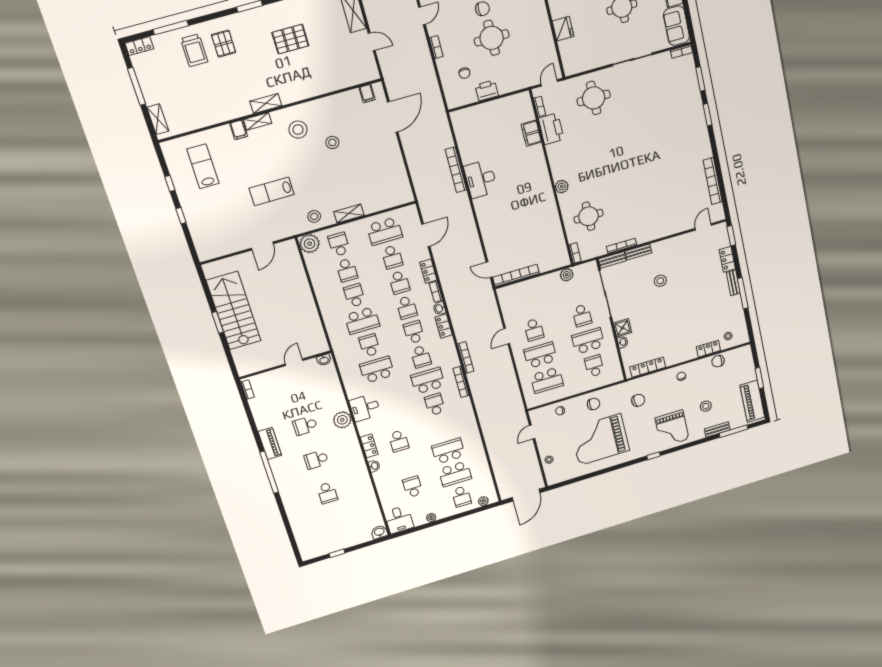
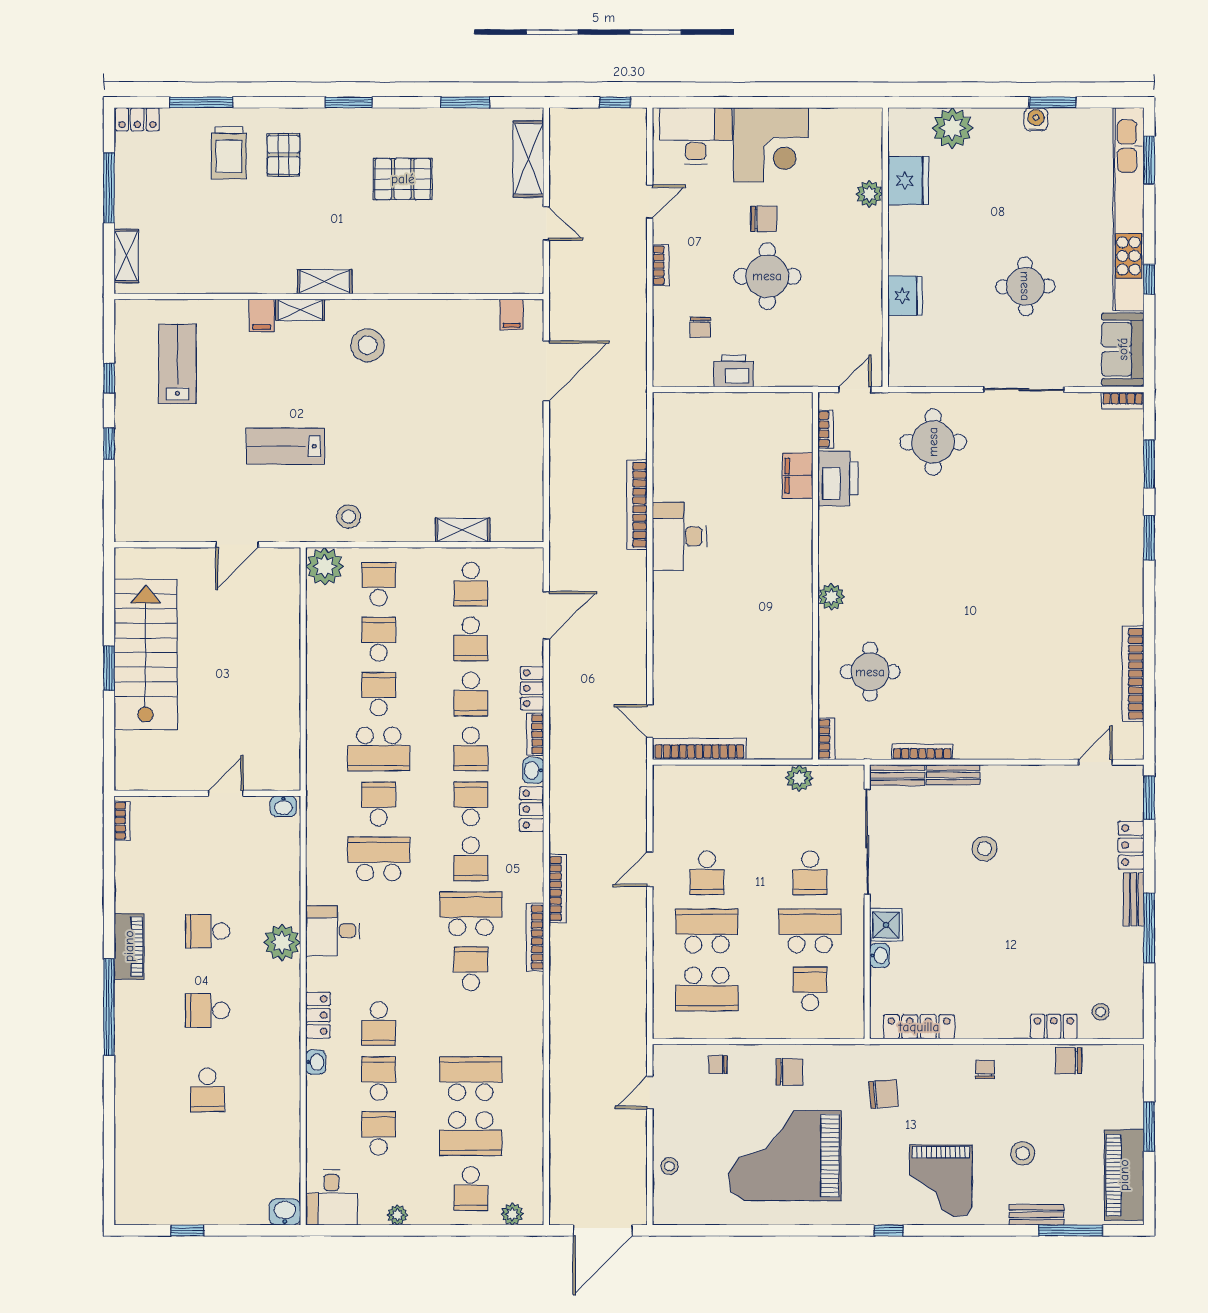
stool: (332, 142) -> (423, 387), removed
shelving: (349, 213) -> (463, 530), moved
school desk: (385, 231) -> (471, 584), width x0.54
school desk: (347, 270) -> (379, 639), turned 180
school desk: (406, 464) -> (379, 1079), added

